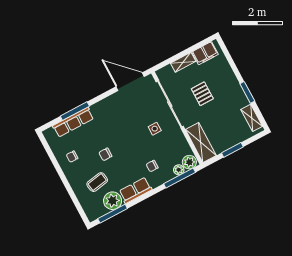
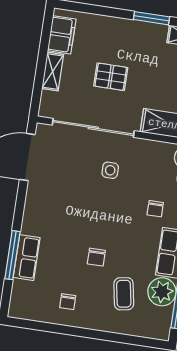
row of seats: (73, 122) -> (27, 258), width x0.68

